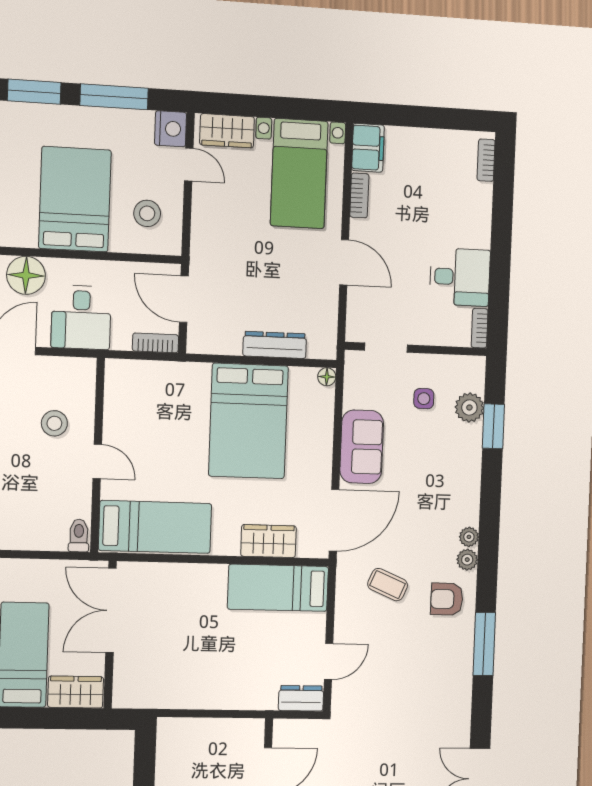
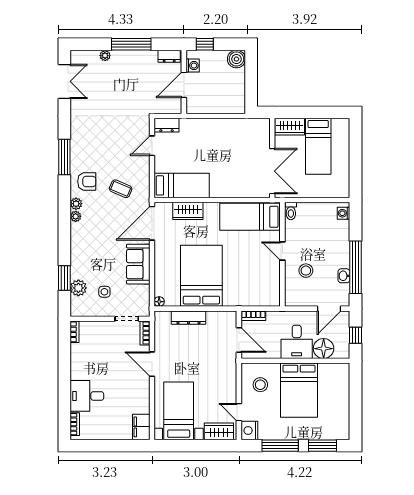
bookcase: (359, 195) -> (145, 333), moved
desk: (460, 277) -> (87, 396), moved
desk: (81, 317) -> (297, 342), moved, turned 180

